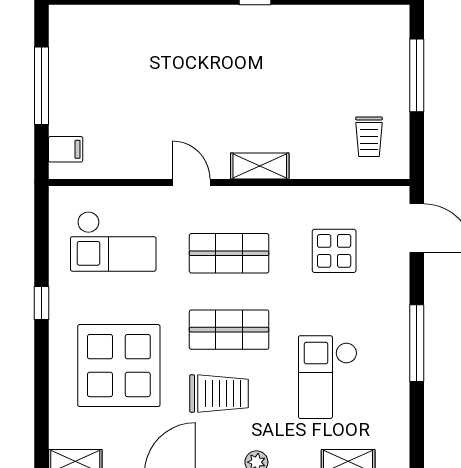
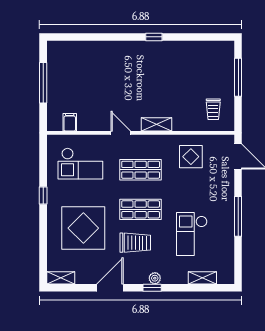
filing cabinet: (66, 149) -> (70, 122), moved, turned -90
display table: (334, 251) -> (191, 157), moved

